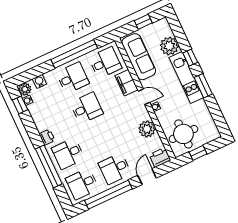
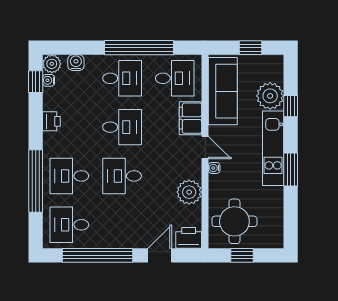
window: (190, 58) -> (291, 106), moved
printer: (47, 137) -> (51, 121), moved
desk: (115, 169) -> (122, 176), moved

